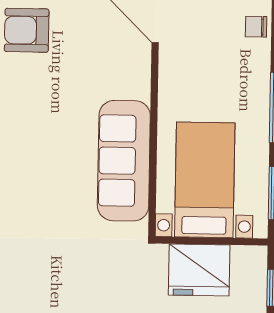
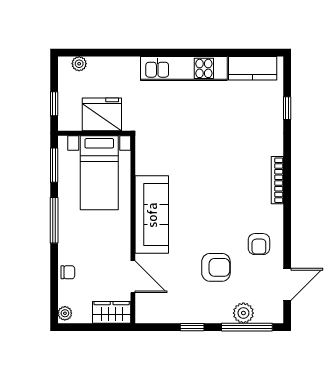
sofa: (124, 161) -> (152, 215), moved

